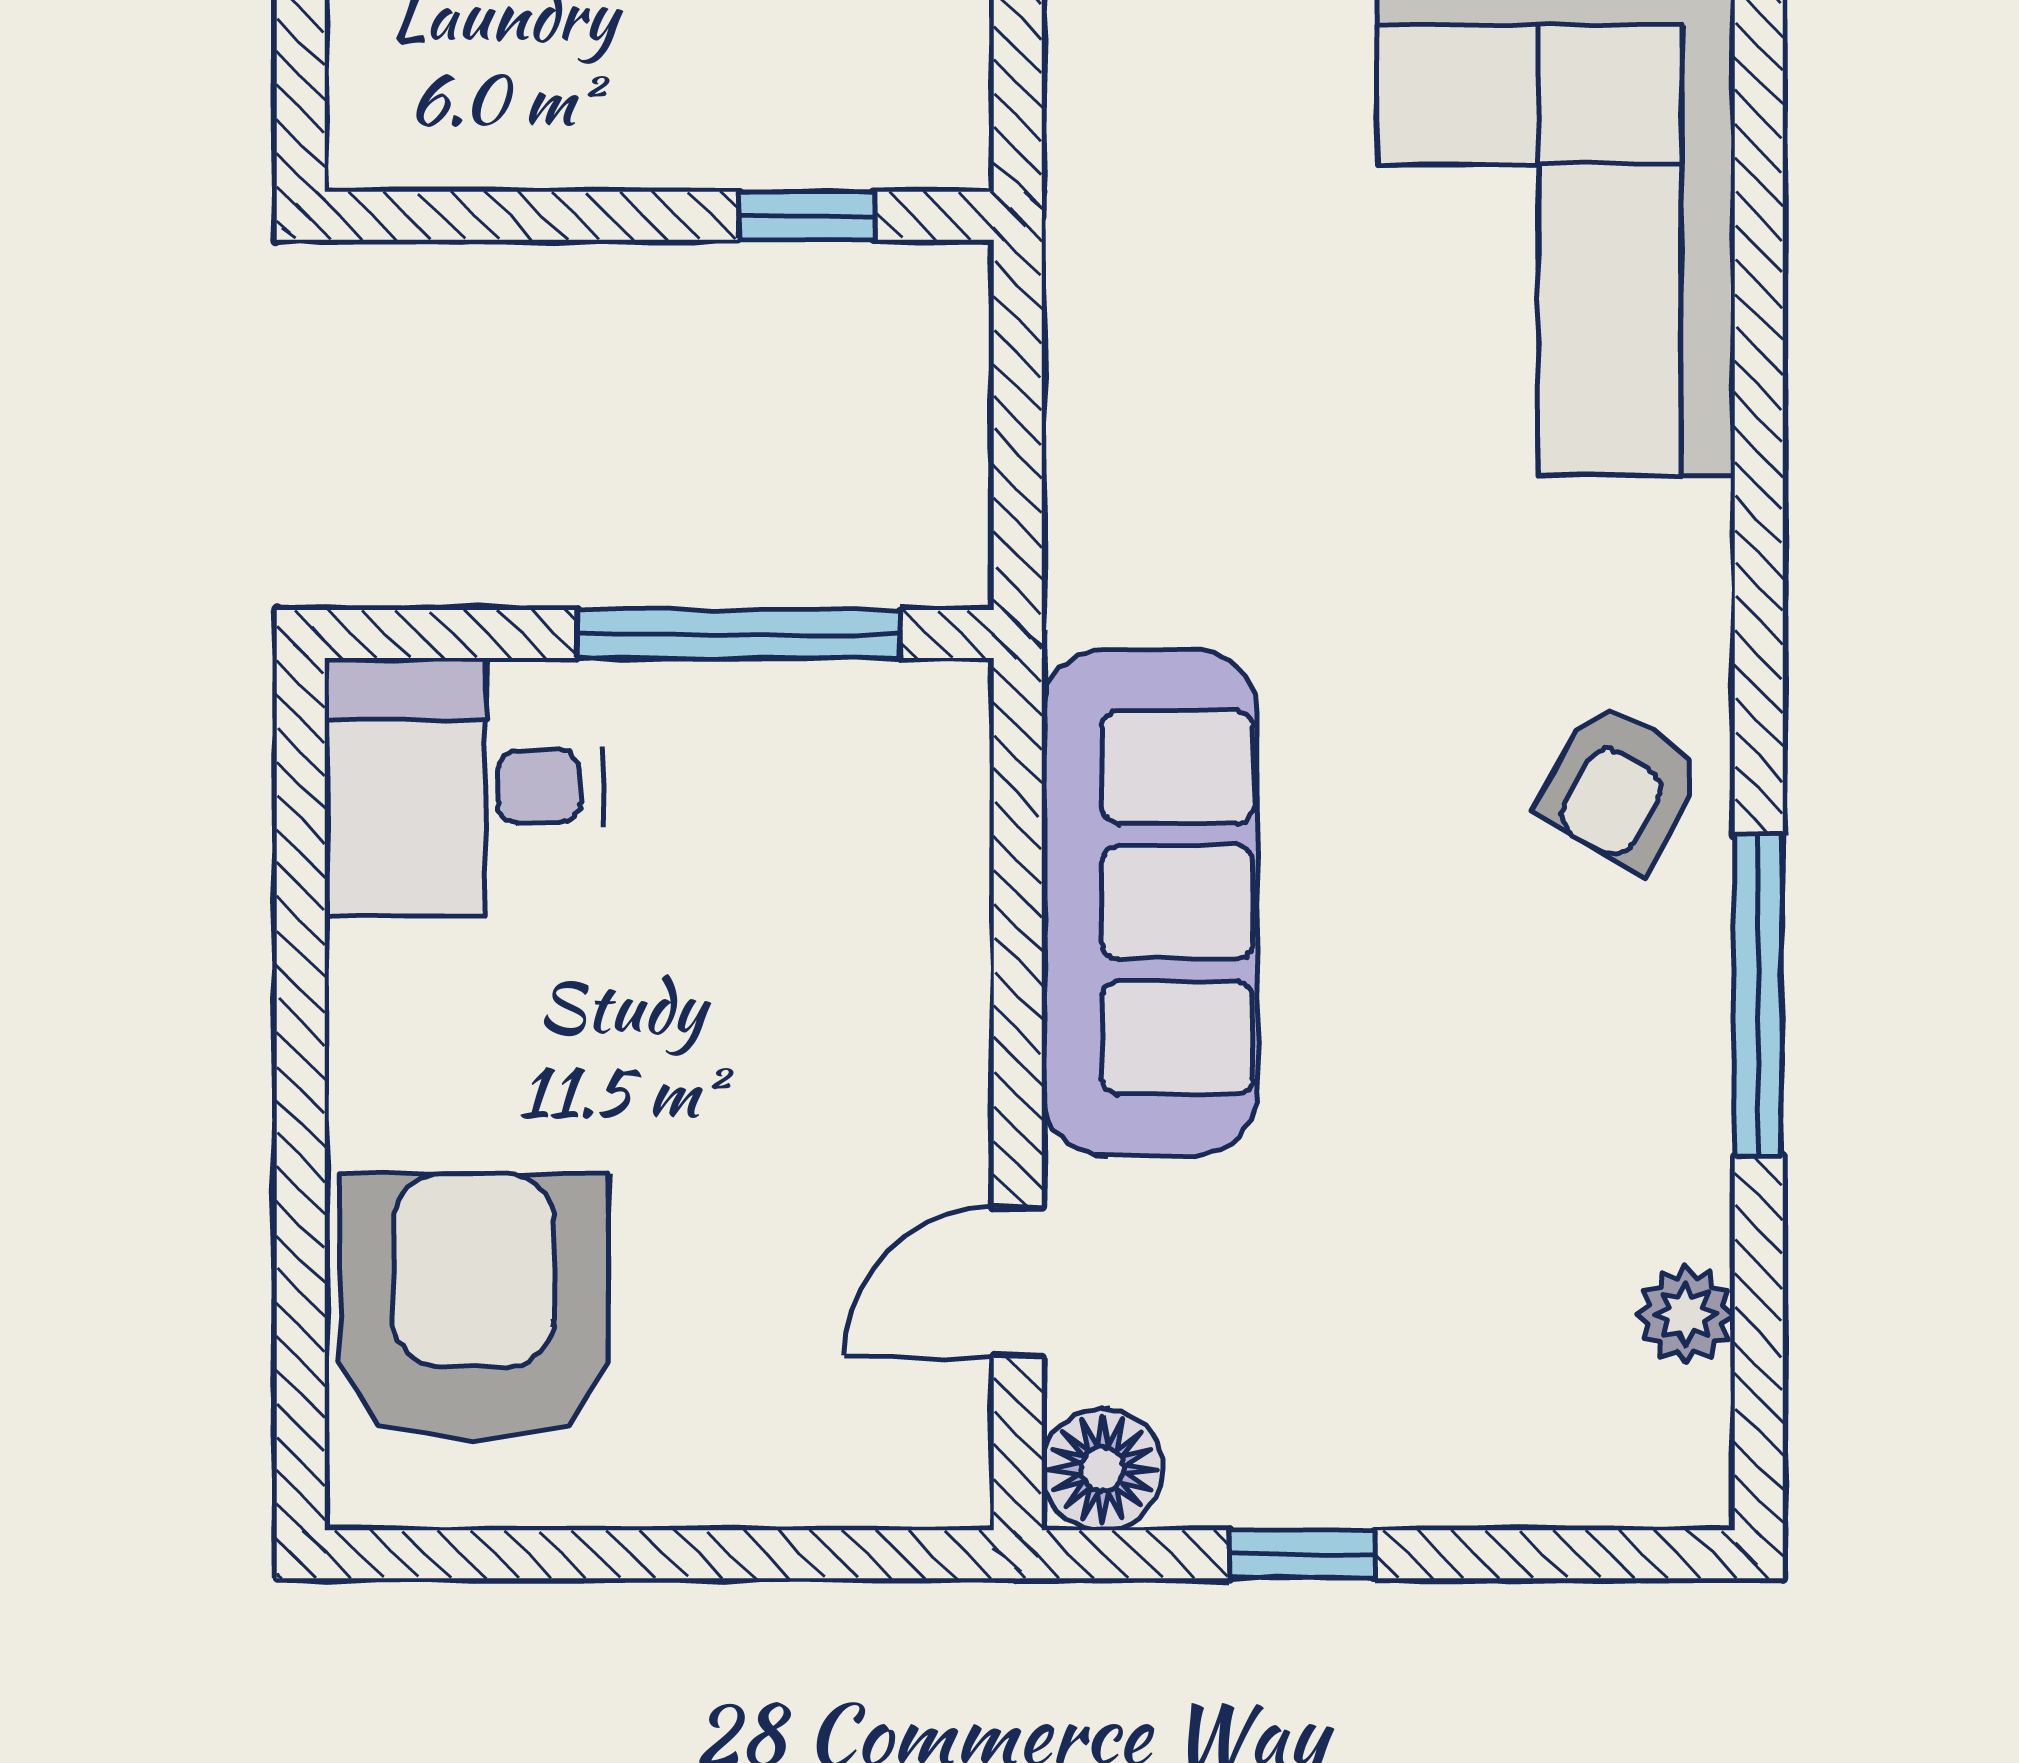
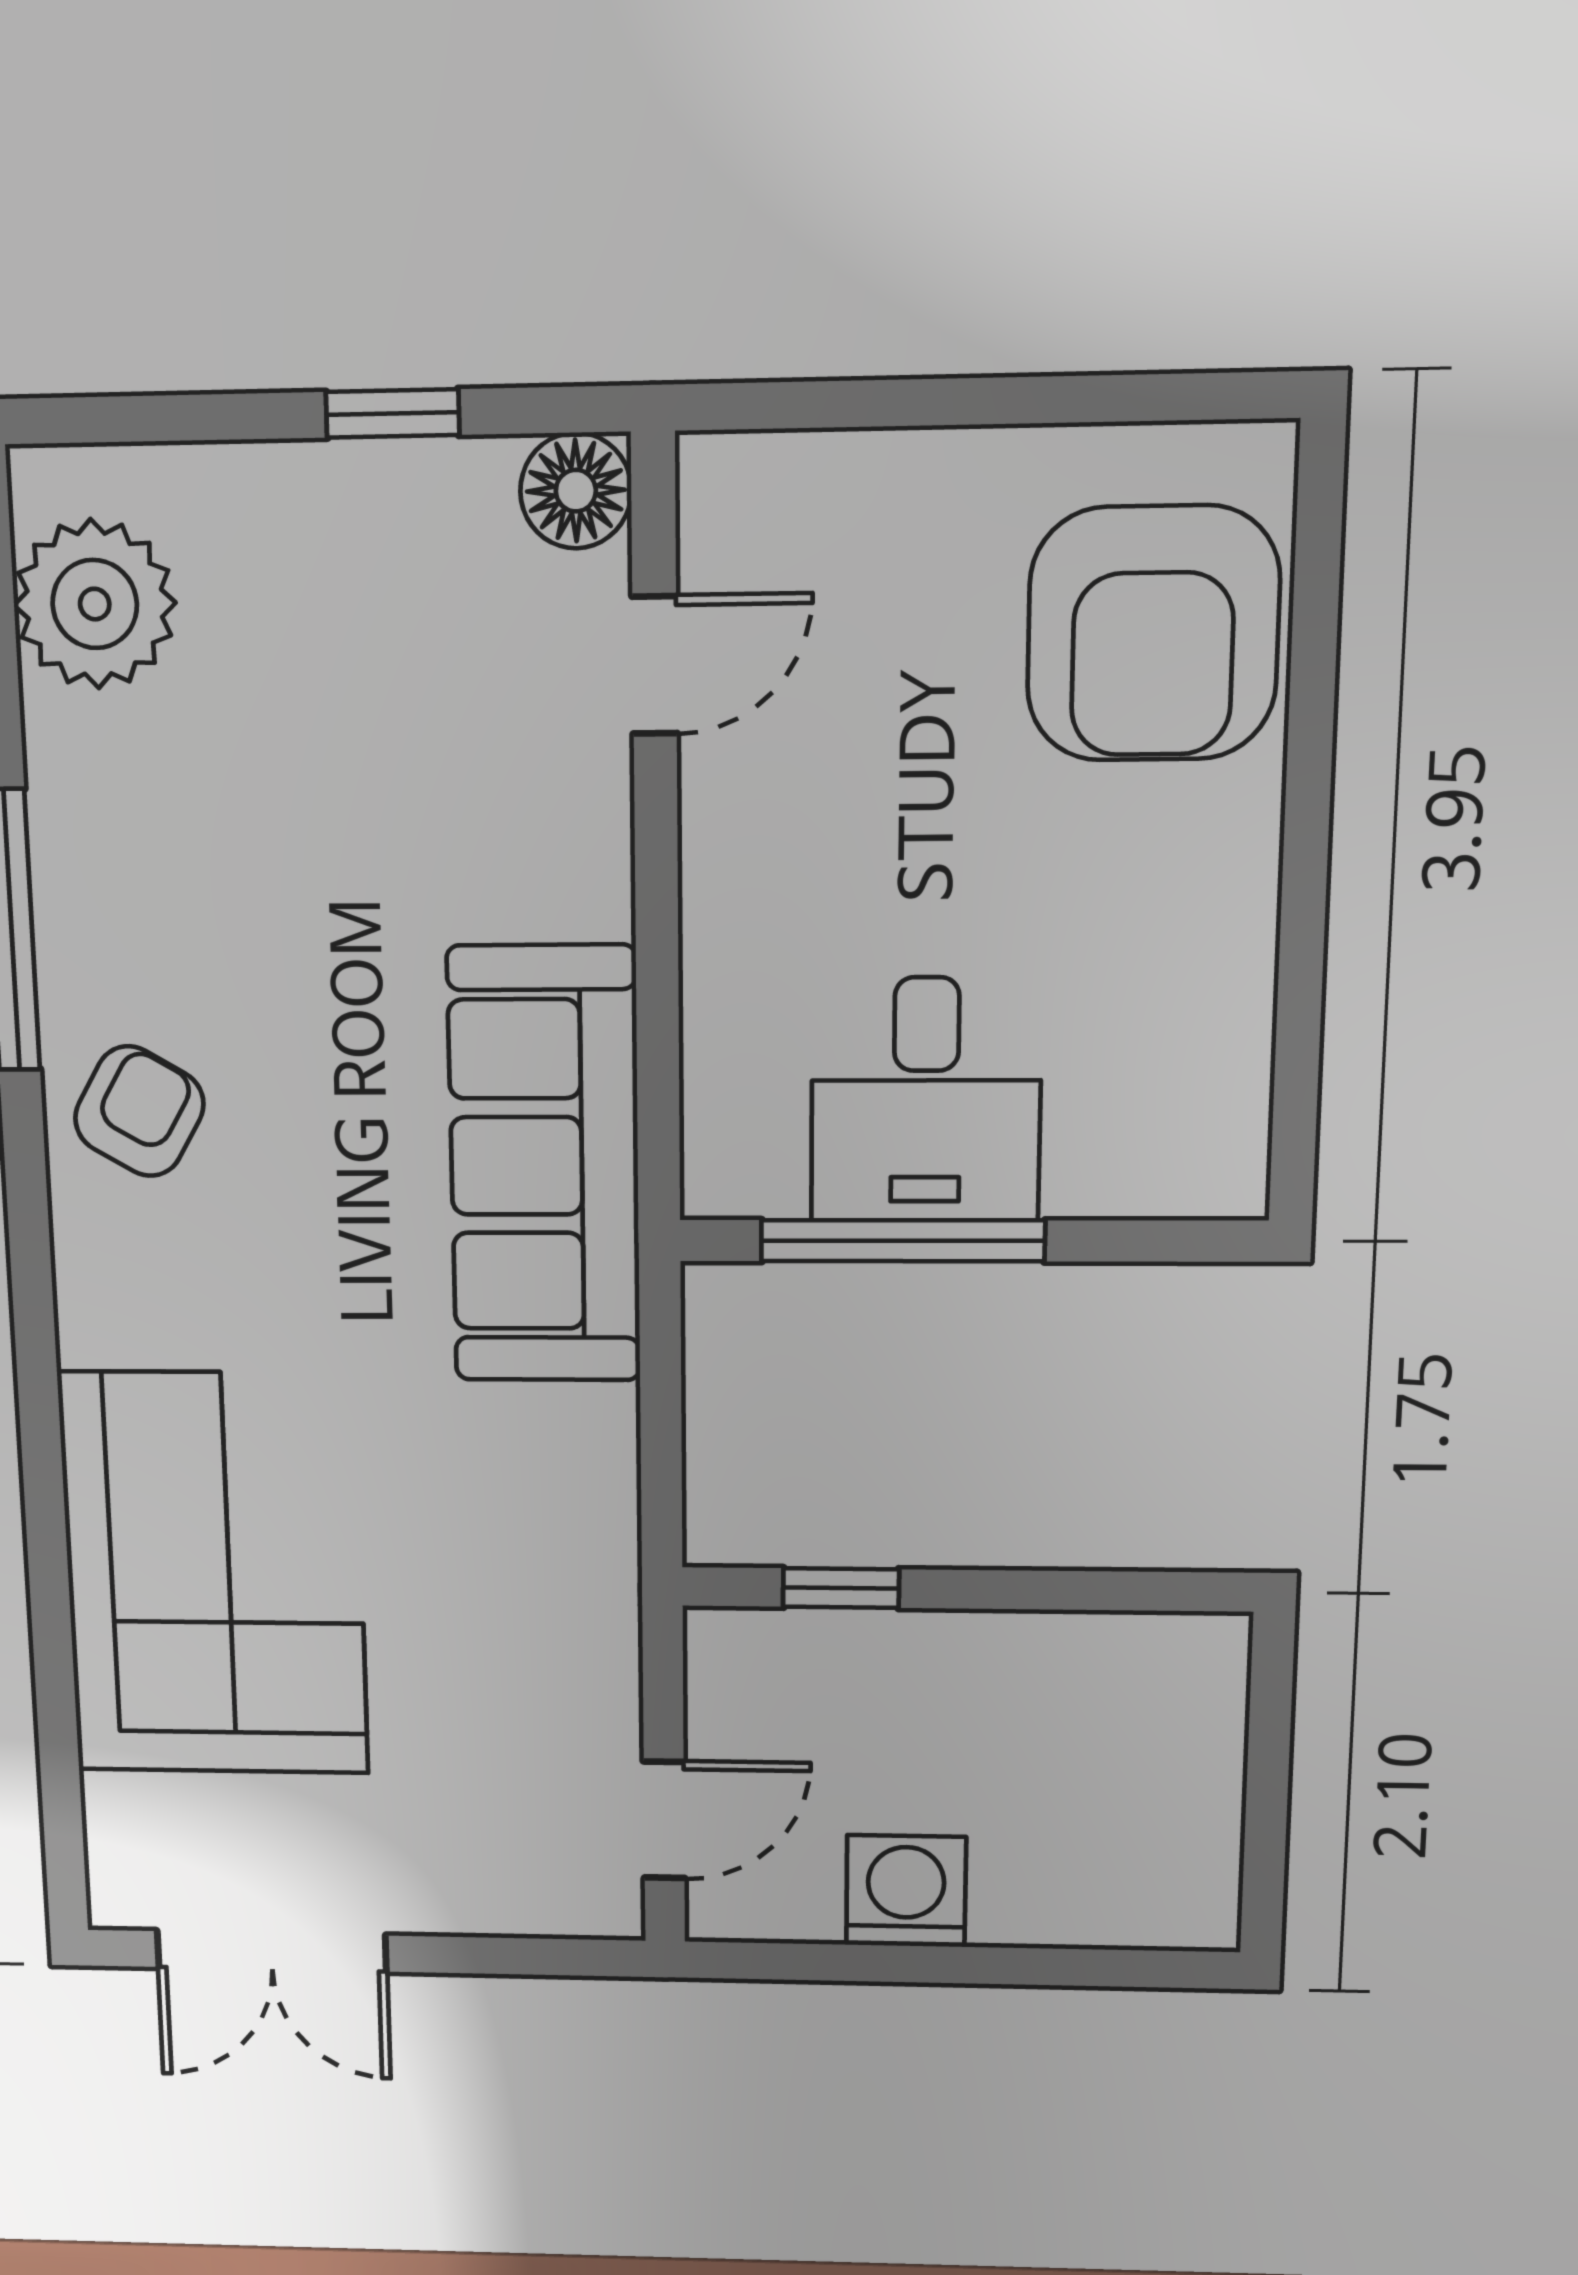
desk: (464, 787) -> (926, 1100), moved, turned 90
sofa: (1149, 902) -> (545, 1166), moved
plant: (1686, 1314) -> (95, 604), width x1.88, depth x1.88

